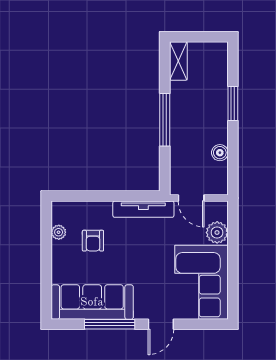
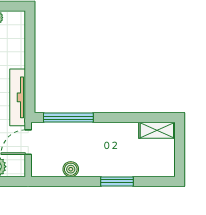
window: (165, 120) -> (68, 118), moved

